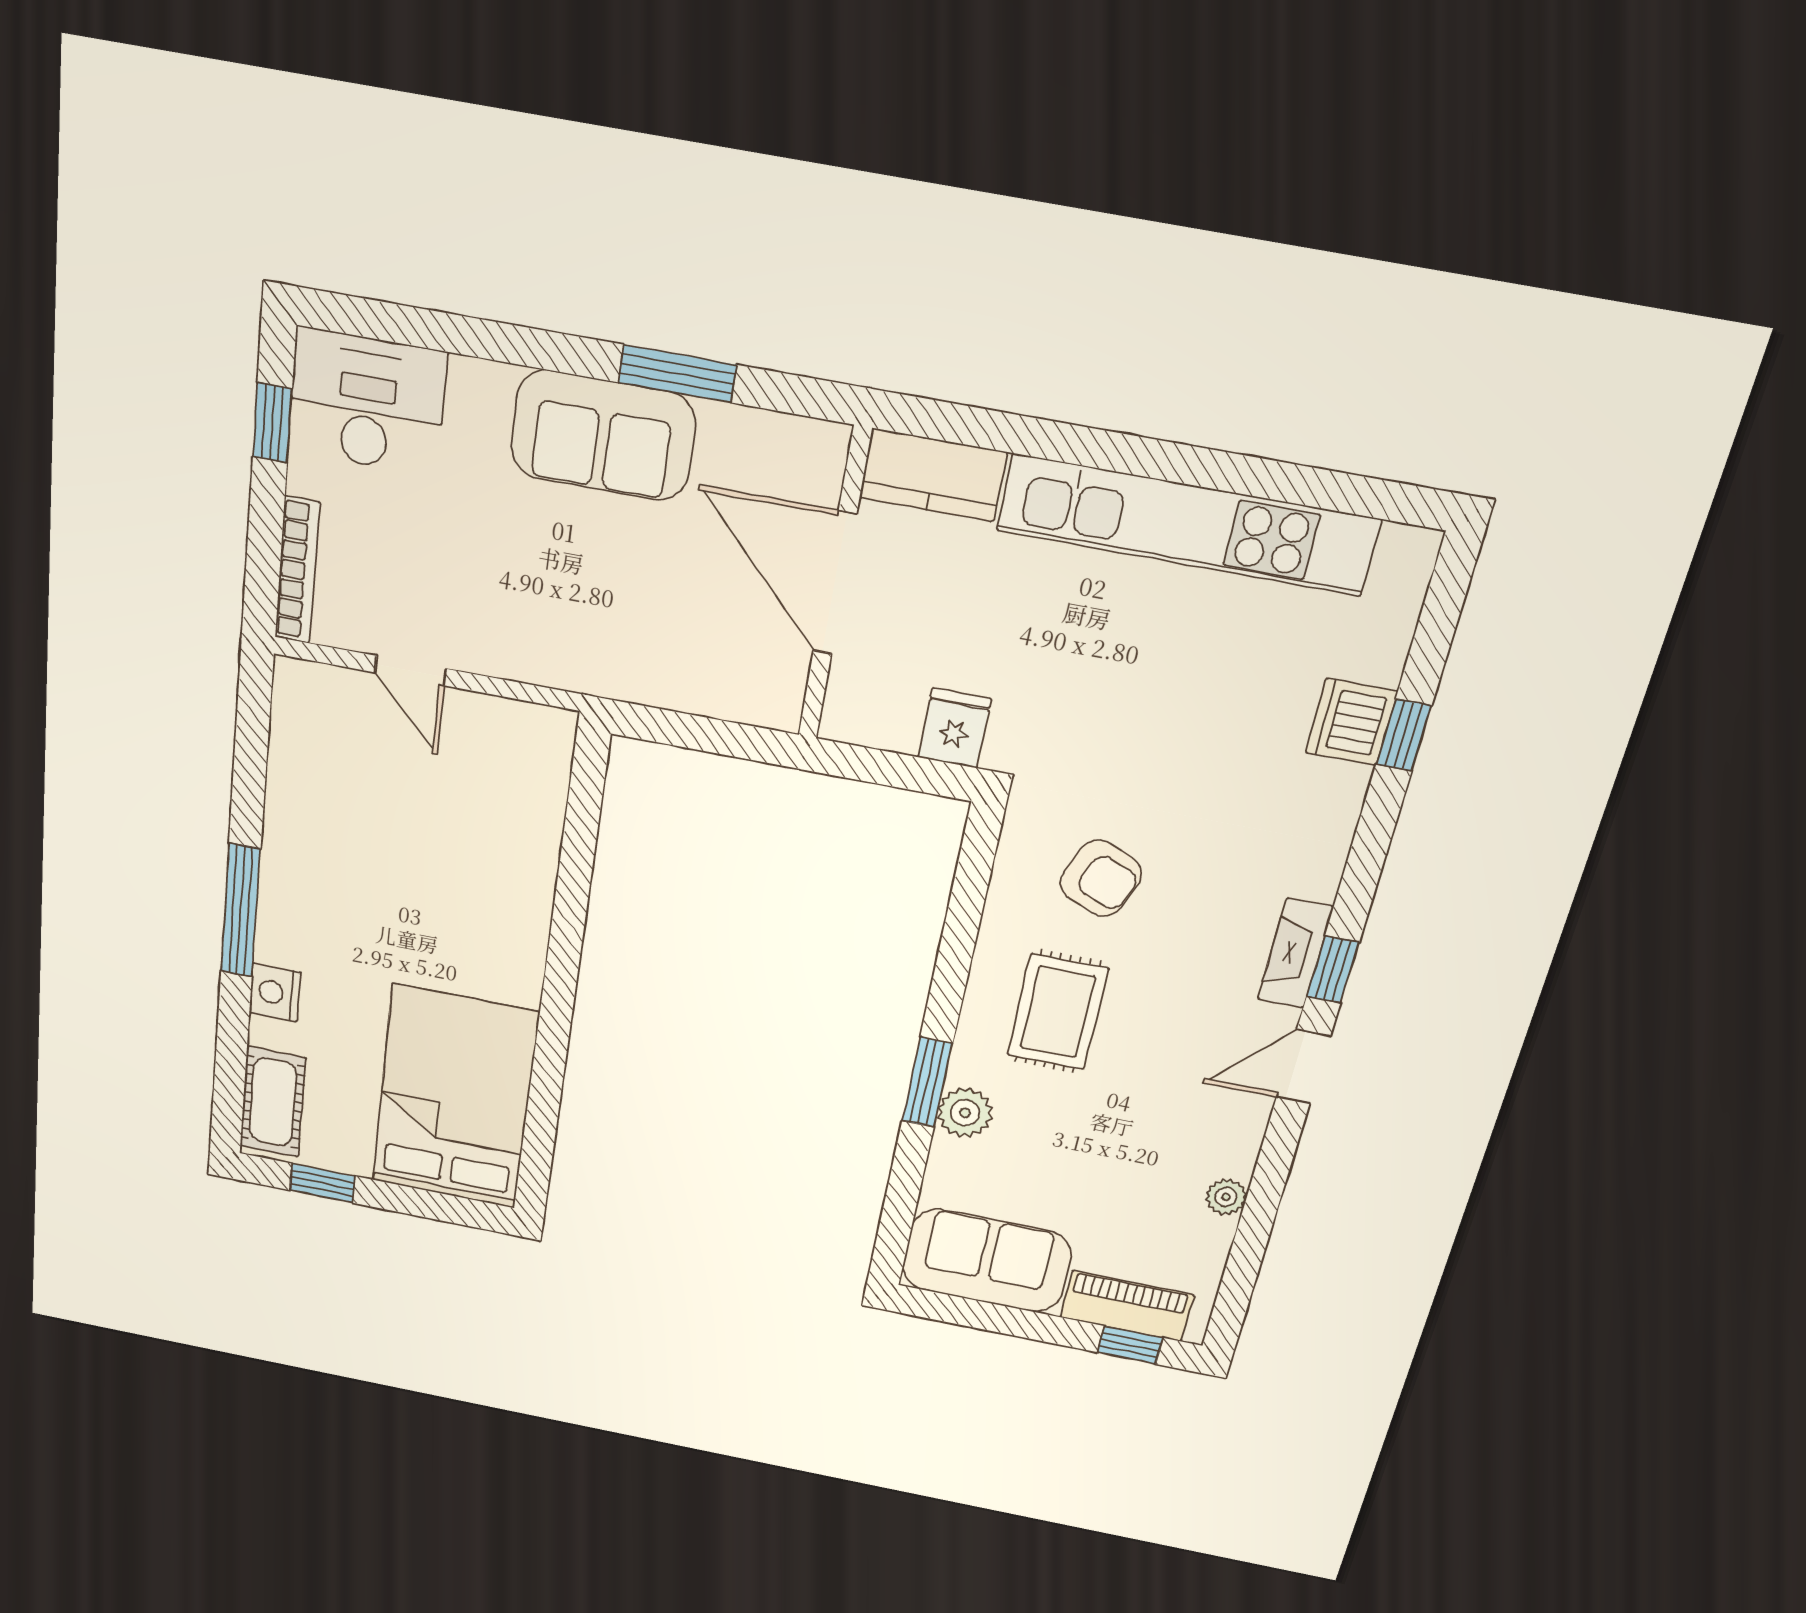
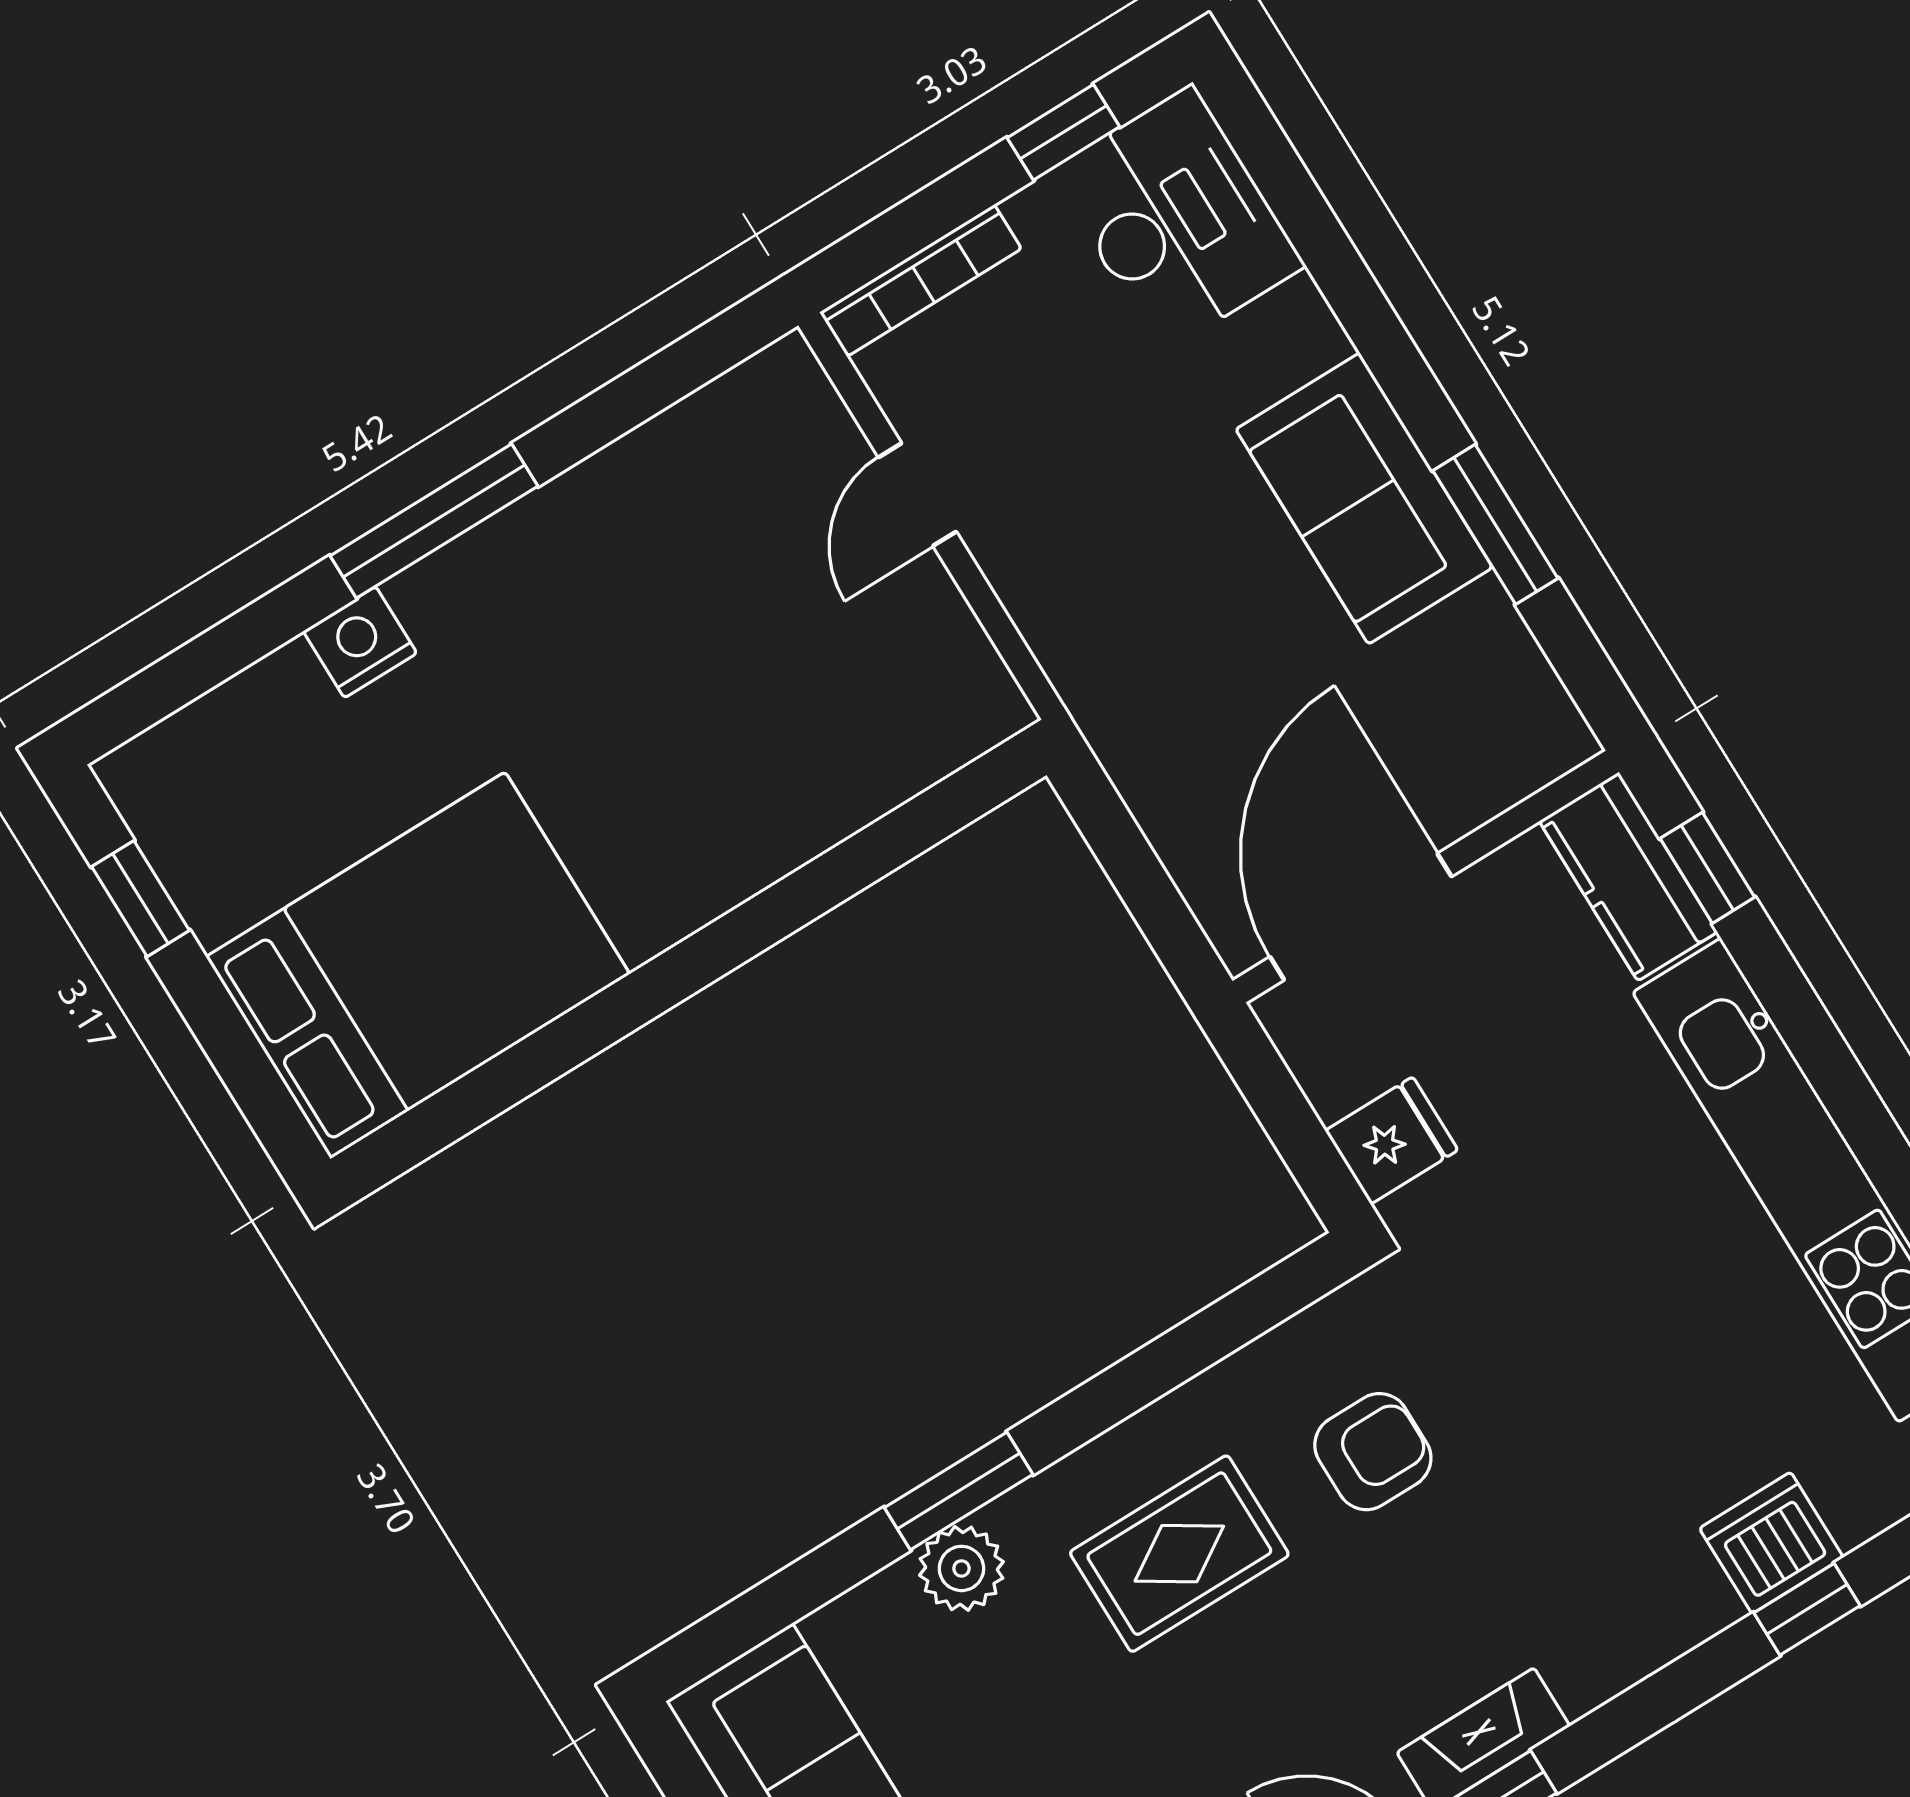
window: (968, 426) -> (1707, 868), added
door: (835, 583) -> (1361, 917), moved
armchair: (1101, 878) -> (1373, 1452), turned -112
cot: (273, 1102) -> (202, 751), removed

